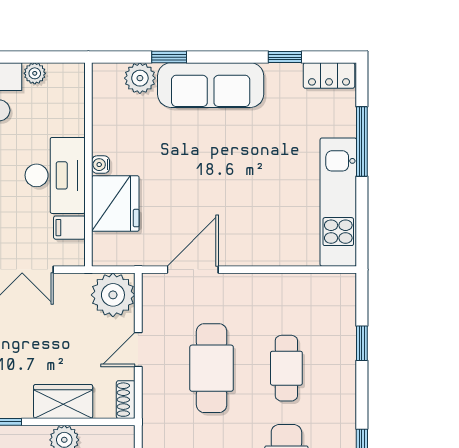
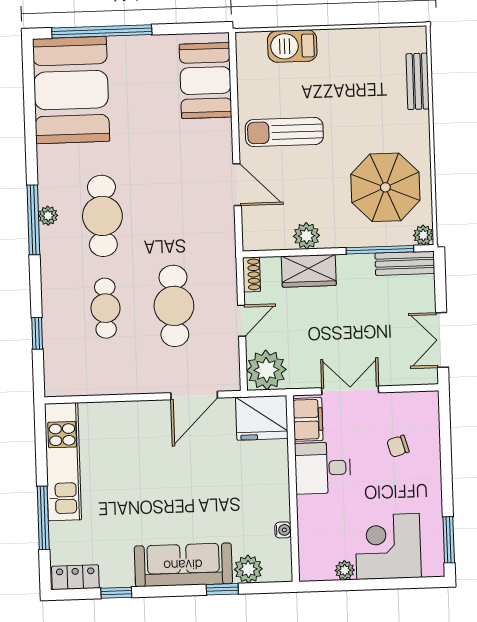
water cooler: (101, 165) -> (283, 530), moved
desk: (55, 175) -> (323, 468), width x0.73
fridge: (115, 204) -> (262, 418), moved, turned -90
filing cabinet: (69, 228) -> (308, 419), width x2.00

